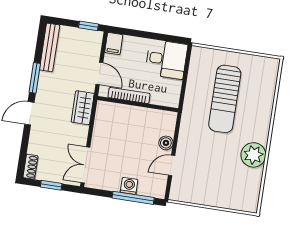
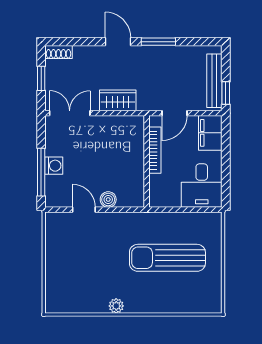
filing cabinet: (114, 44) -> (210, 133), width x2.00
bench: (50, 47) -> (214, 81), moved, turned 90
wardrobe: (83, 108) -> (118, 100), moved
plant: (253, 155) -> (116, 306), width x0.53, depth x0.53

